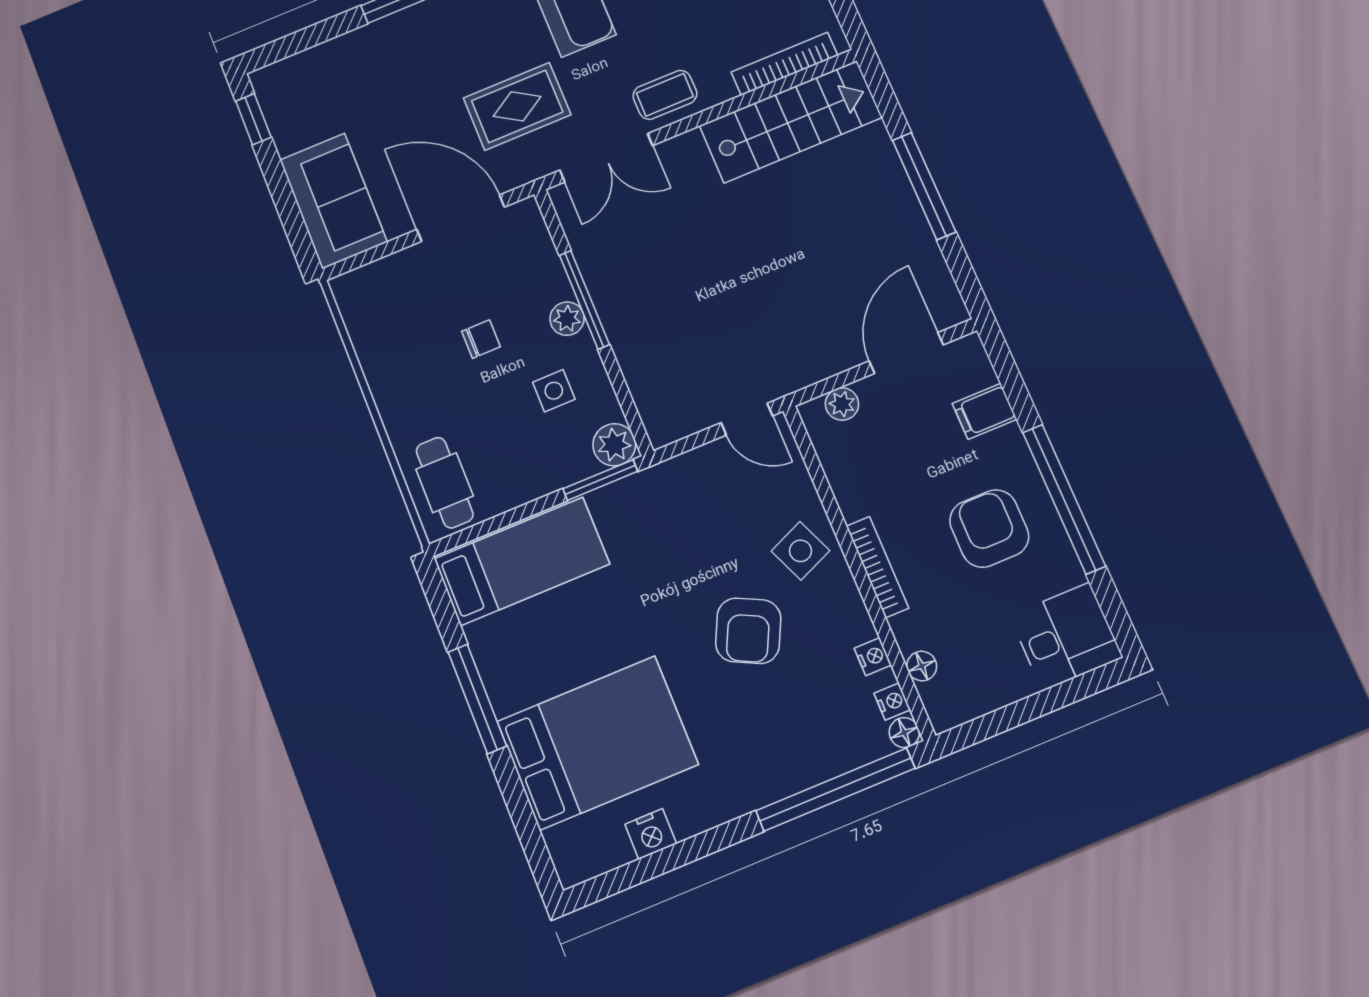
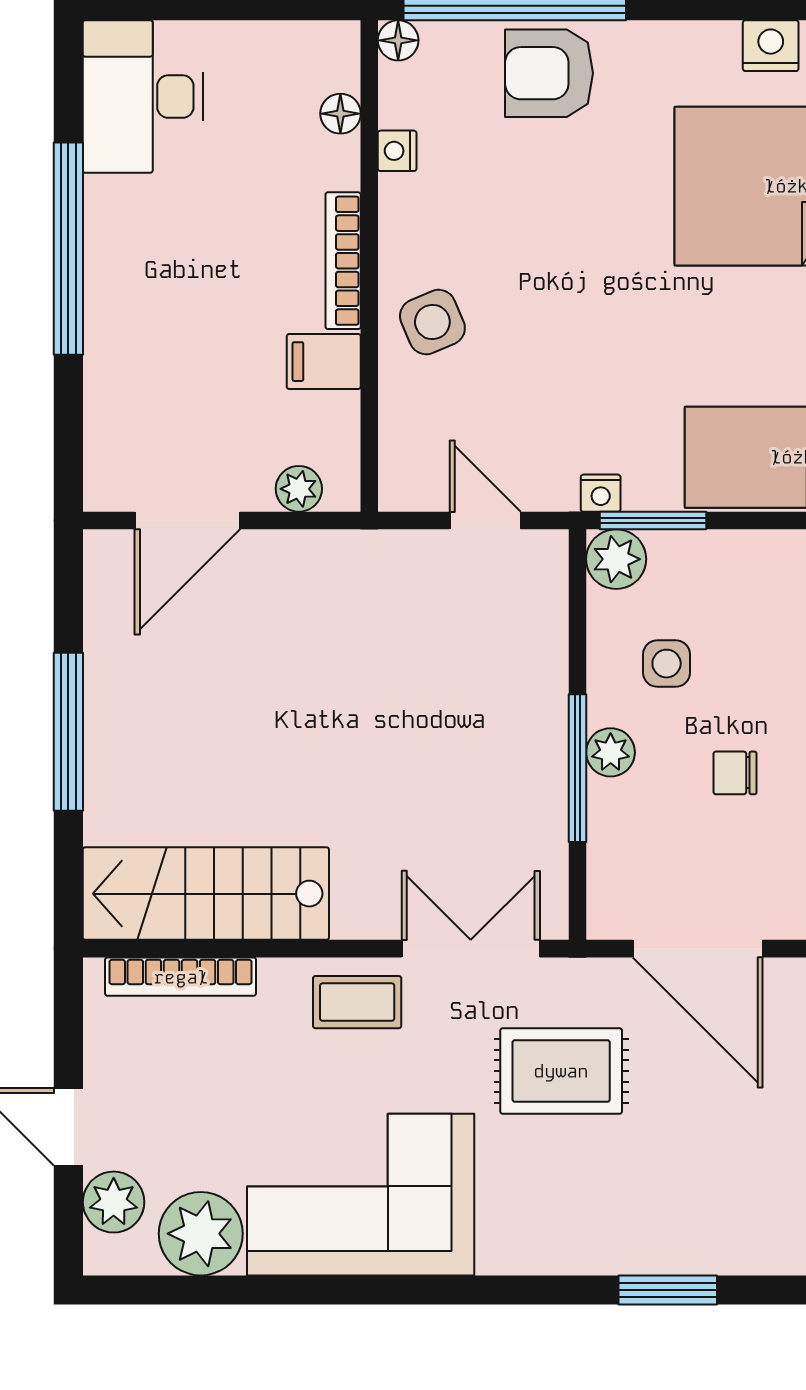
filing cabinet: (985, 411) -> (324, 362), moved, turned 180
door: (747, 419) -> (485, 521), moved
armchair: (989, 528) -> (180, 251), removed
armchair: (748, 631) -> (549, 73), moved, turned -116
desk: (1066, 636) -> (143, 97), width x1.37
nightstand: (892, 701) -> (601, 493), moved, turned -90

